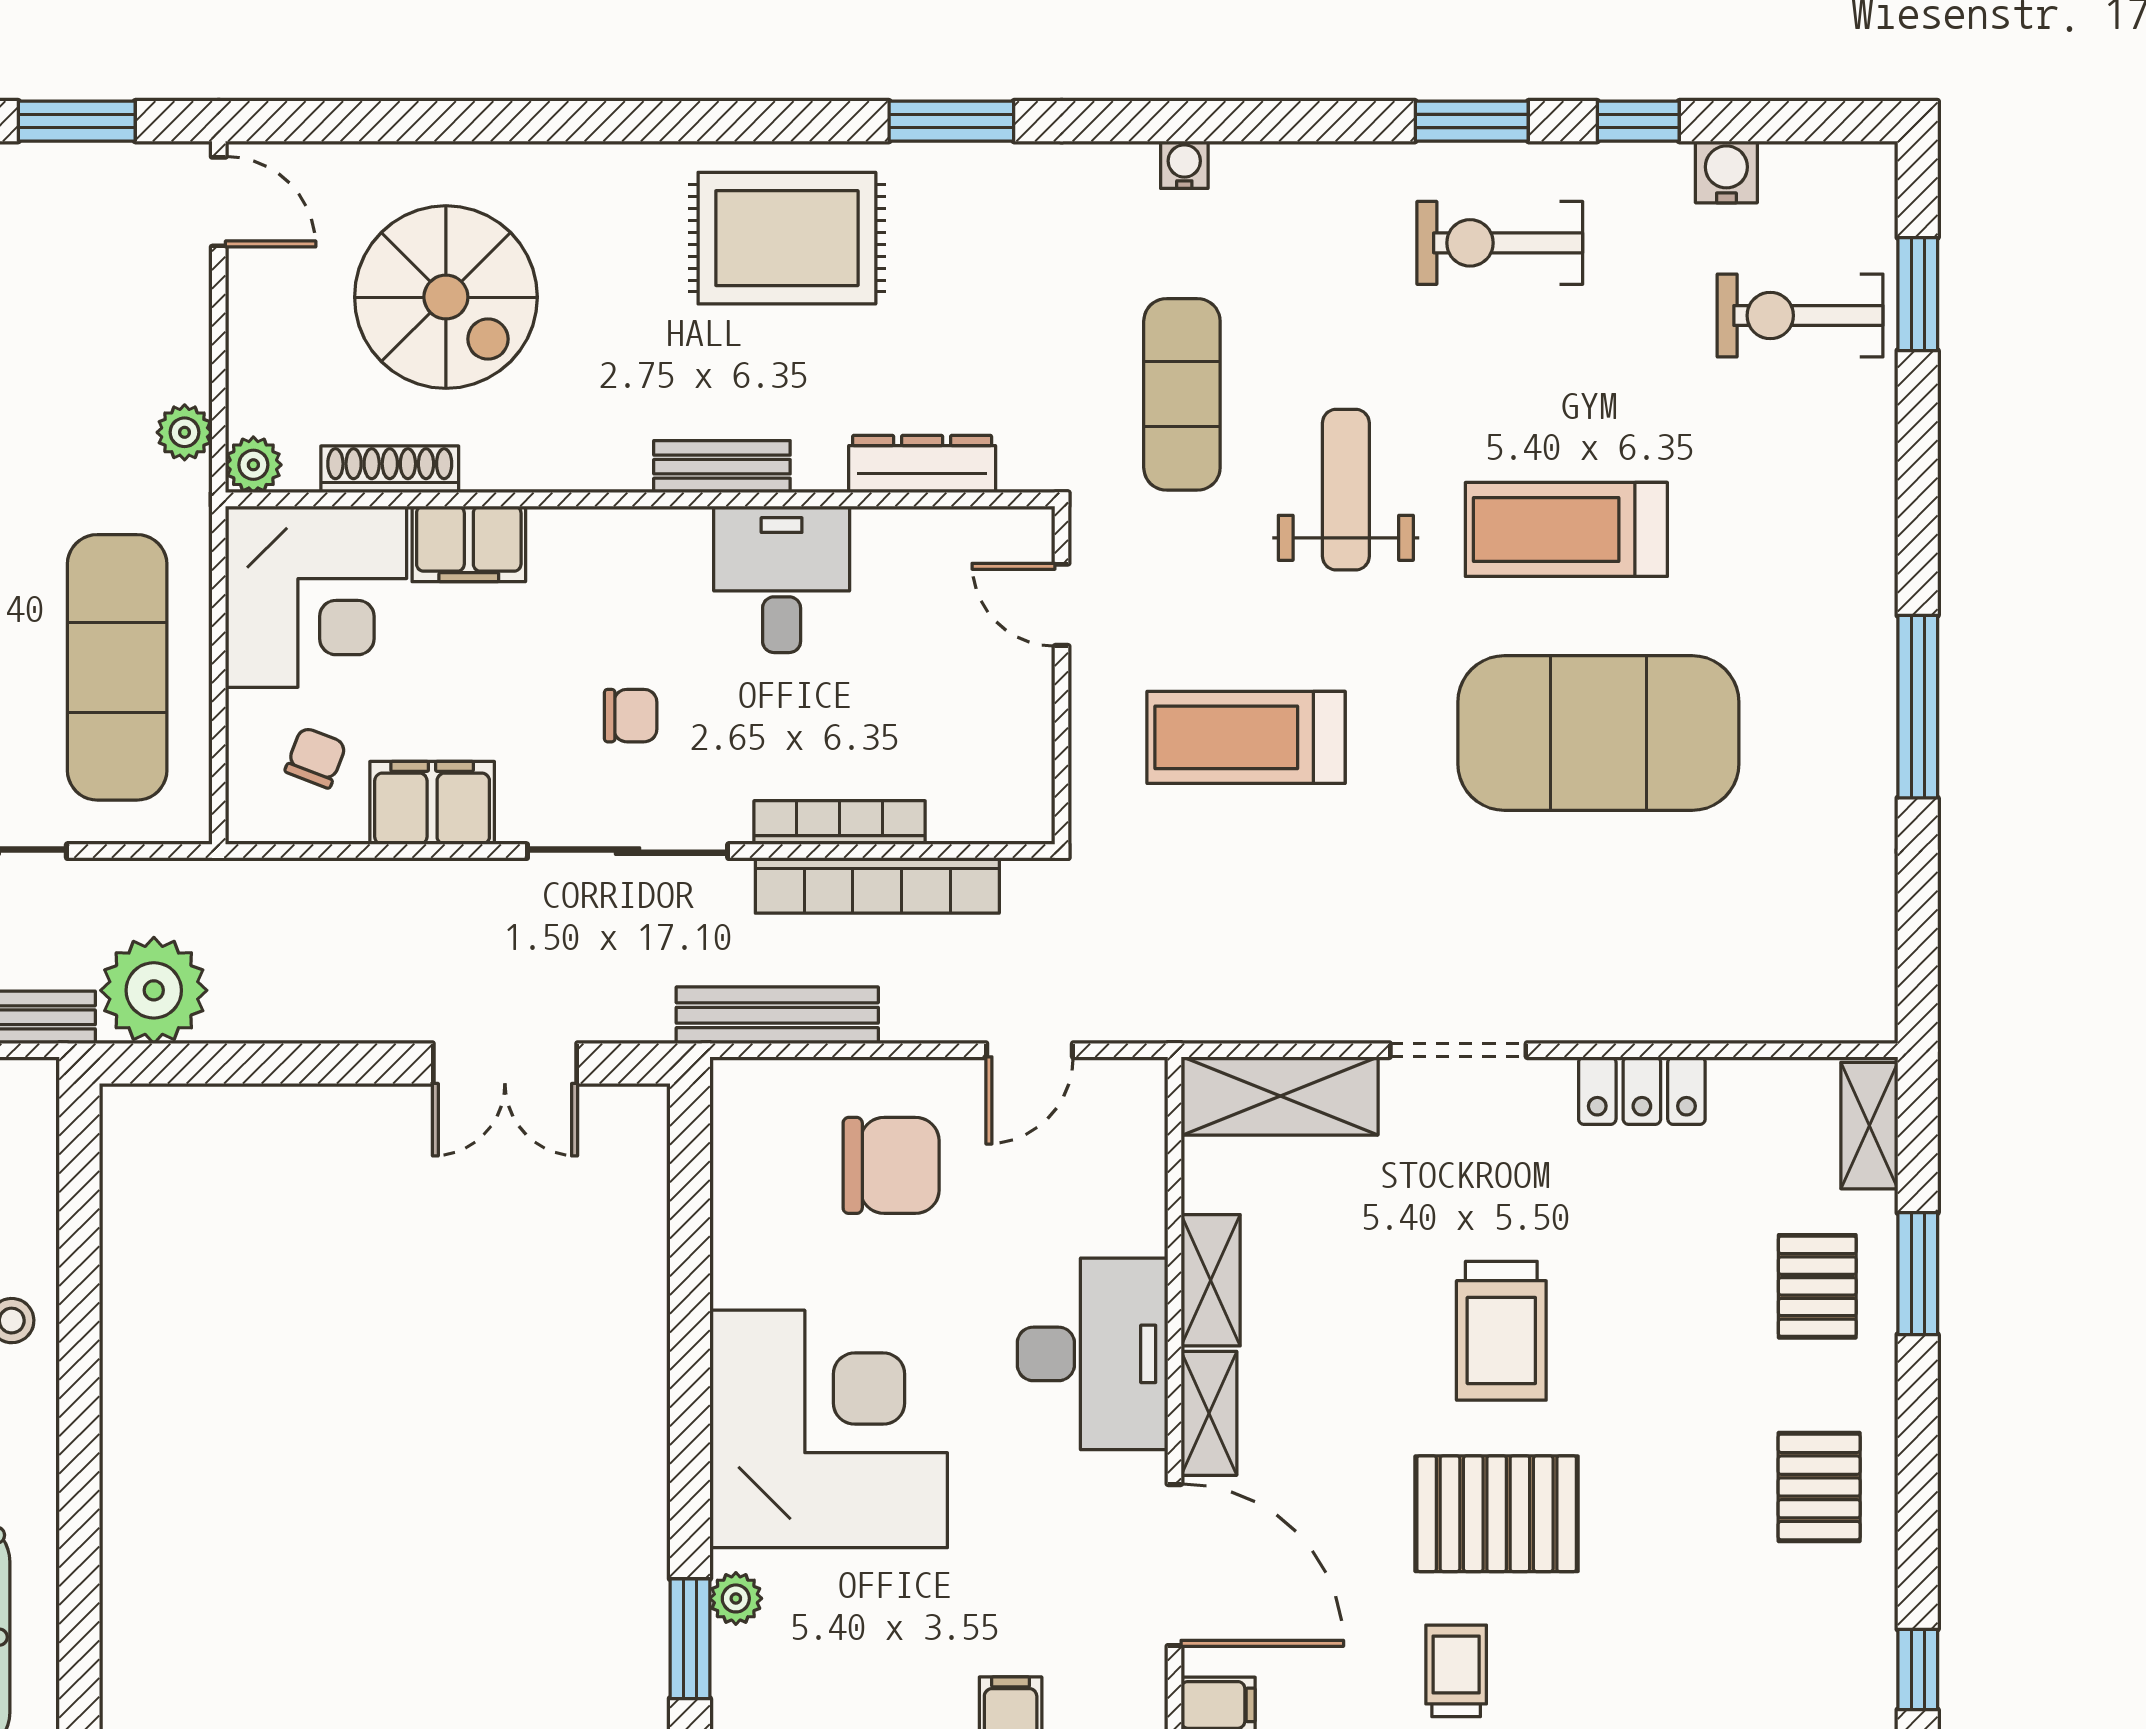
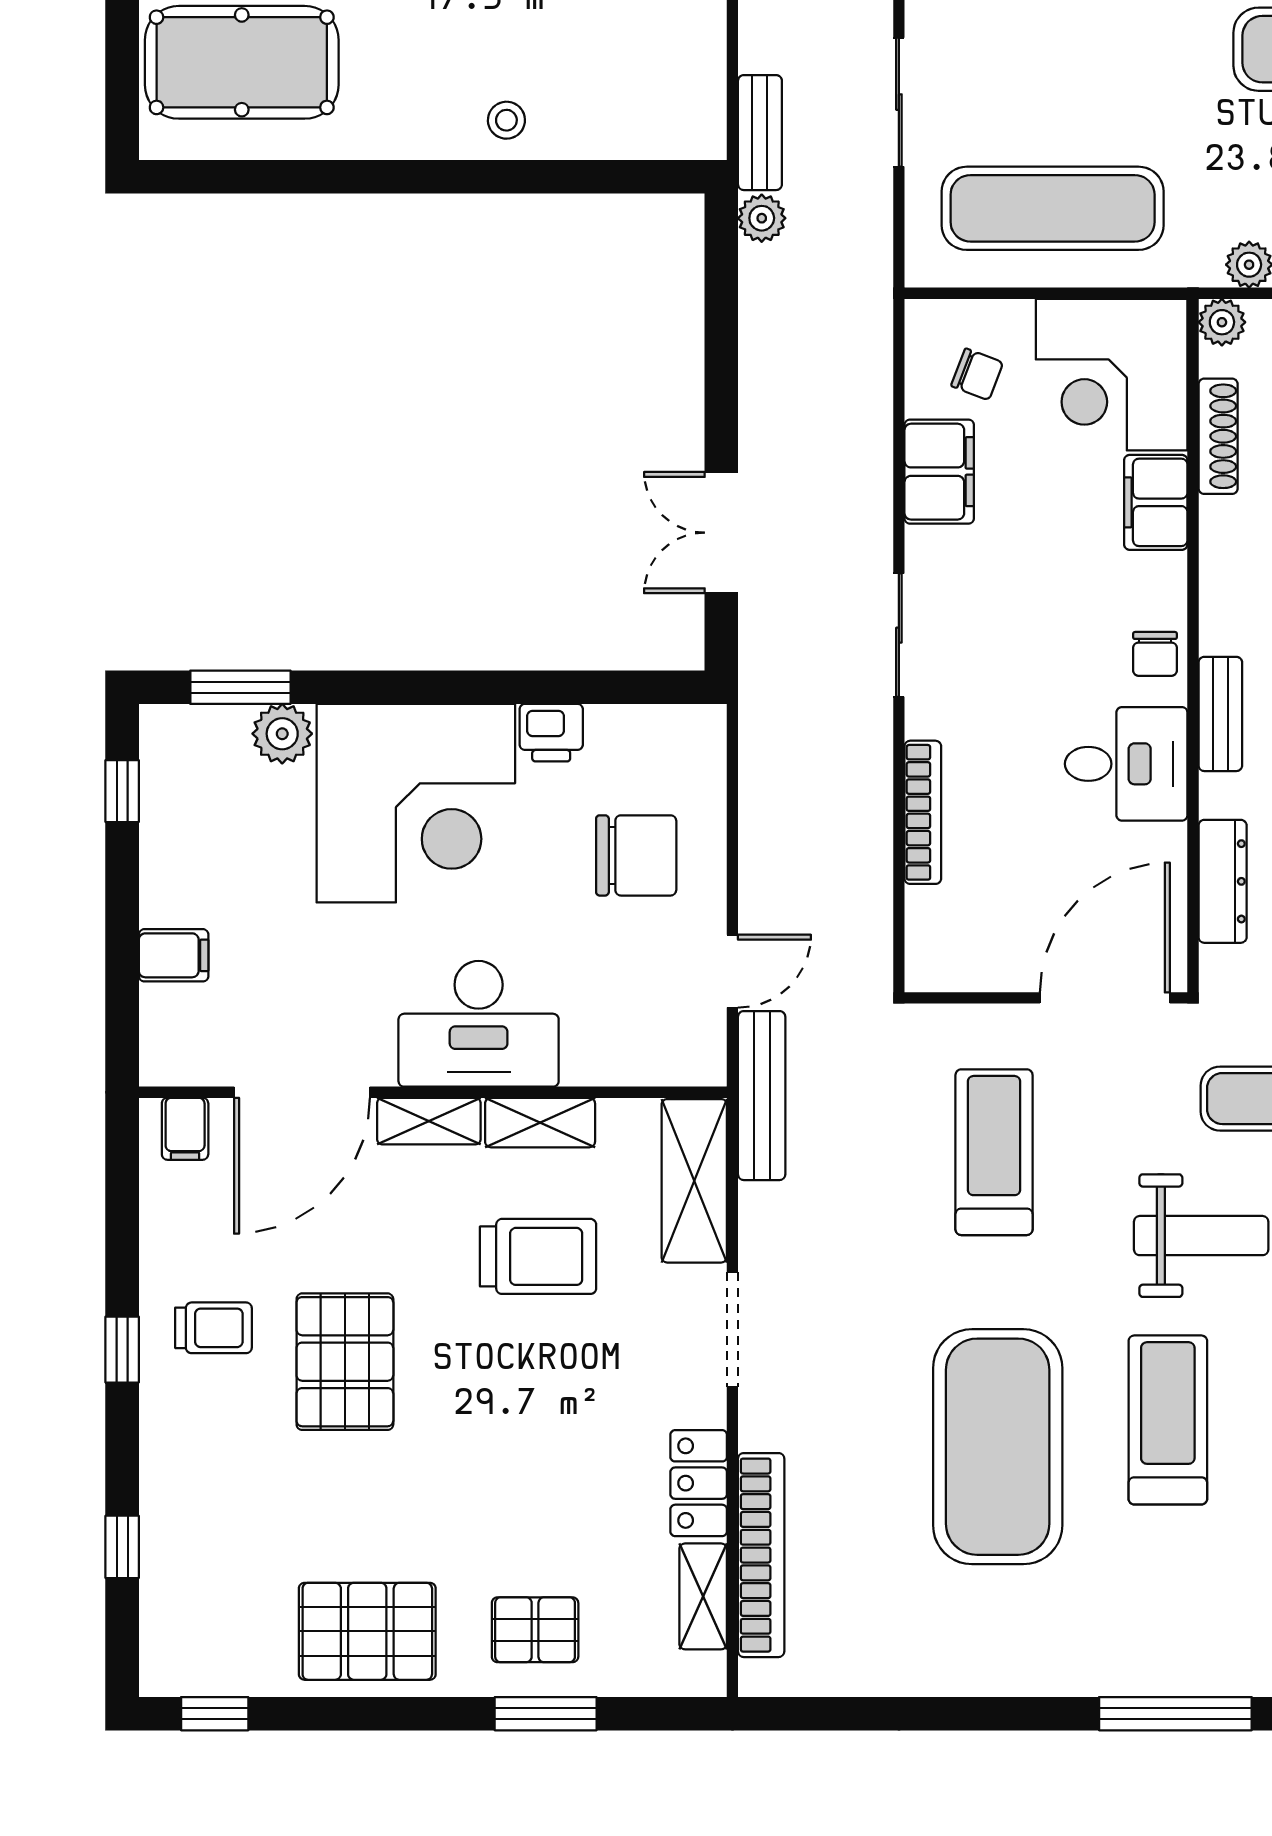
door: (1062, 605) -> (1105, 998), width x1.87
window: (1918, 707) -> (1175, 1714), moved
chair: (631, 716) -> (1155, 654), moved
sliding door: (628, 851) -> (899, 635), width x0.73
bookcase: (877, 885) -> (761, 1555), moved, turned 180
plant: (154, 990) -> (762, 218), width x0.53, depth x0.53
bench: (777, 1015) -> (762, 1096), moved
door: (1030, 1050) -> (732, 971), swing flipped
shelving: (1869, 1126) -> (703, 1596), moved, turned 90
chair: (891, 1165) -> (636, 855), turned -90
printer: (744, 1267) -> (551, 733), added
trolley: (1501, 1331) -> (538, 1256), moved, turned 180
pallet: (1819, 1487) -> (367, 1631), width x1.50, depth x1.42
plant: (736, 1598) -> (282, 734), width x1.38, depth x1.38

